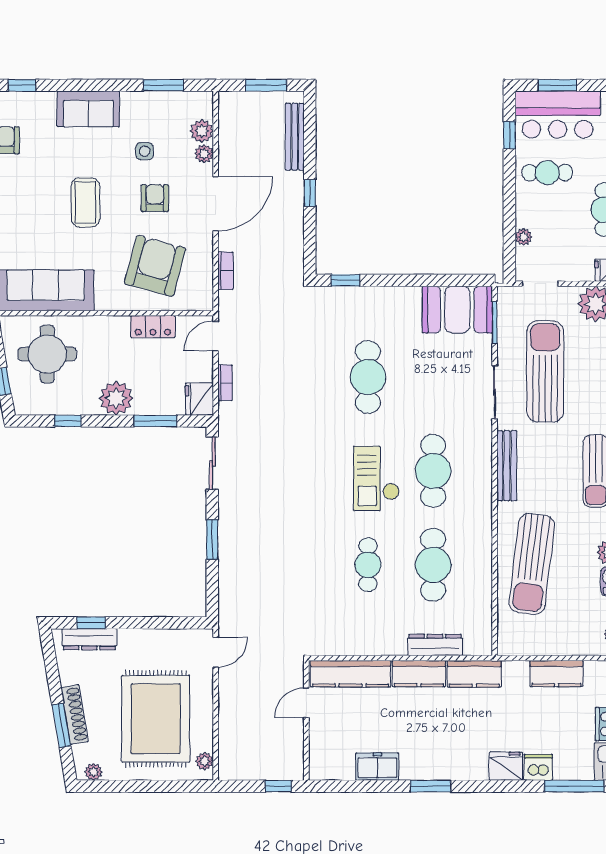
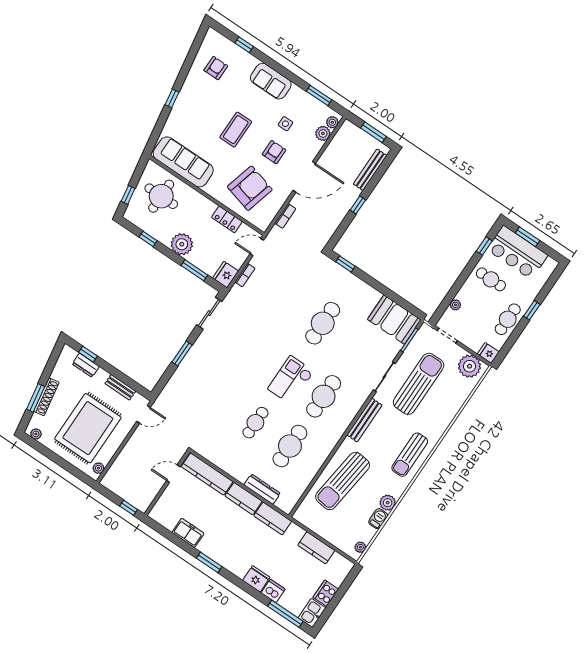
plant: (204, 154) -> (332, 122), moved
bench: (162, 637) -> (120, 387), added
dresser: (89, 639) -> (86, 365), width x0.70

